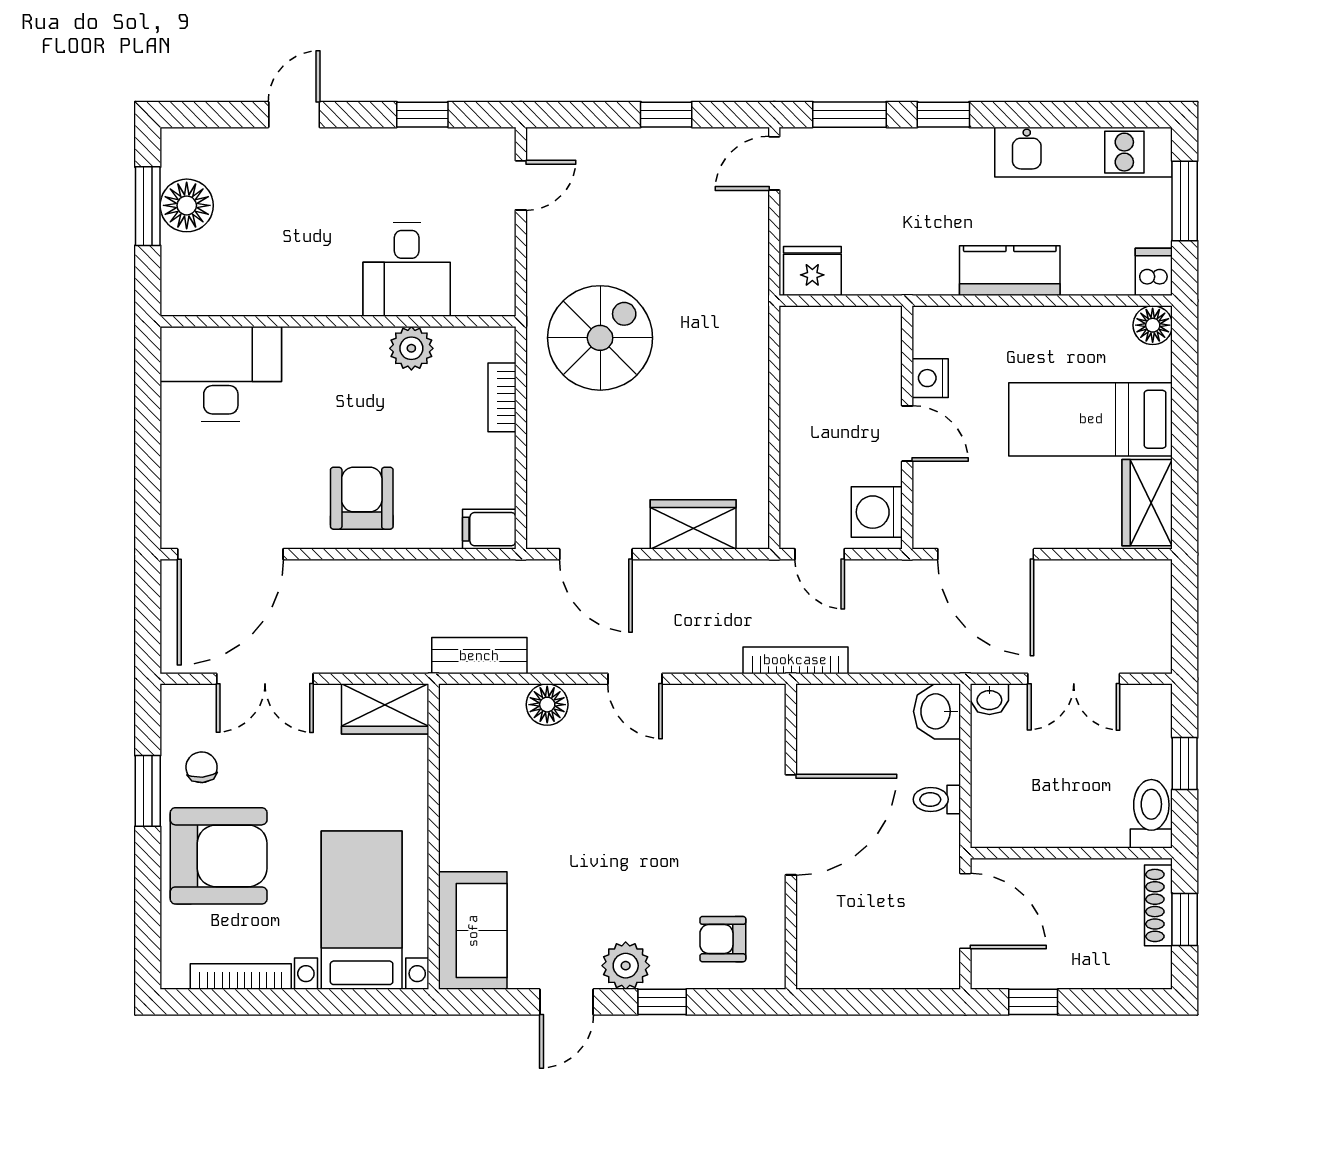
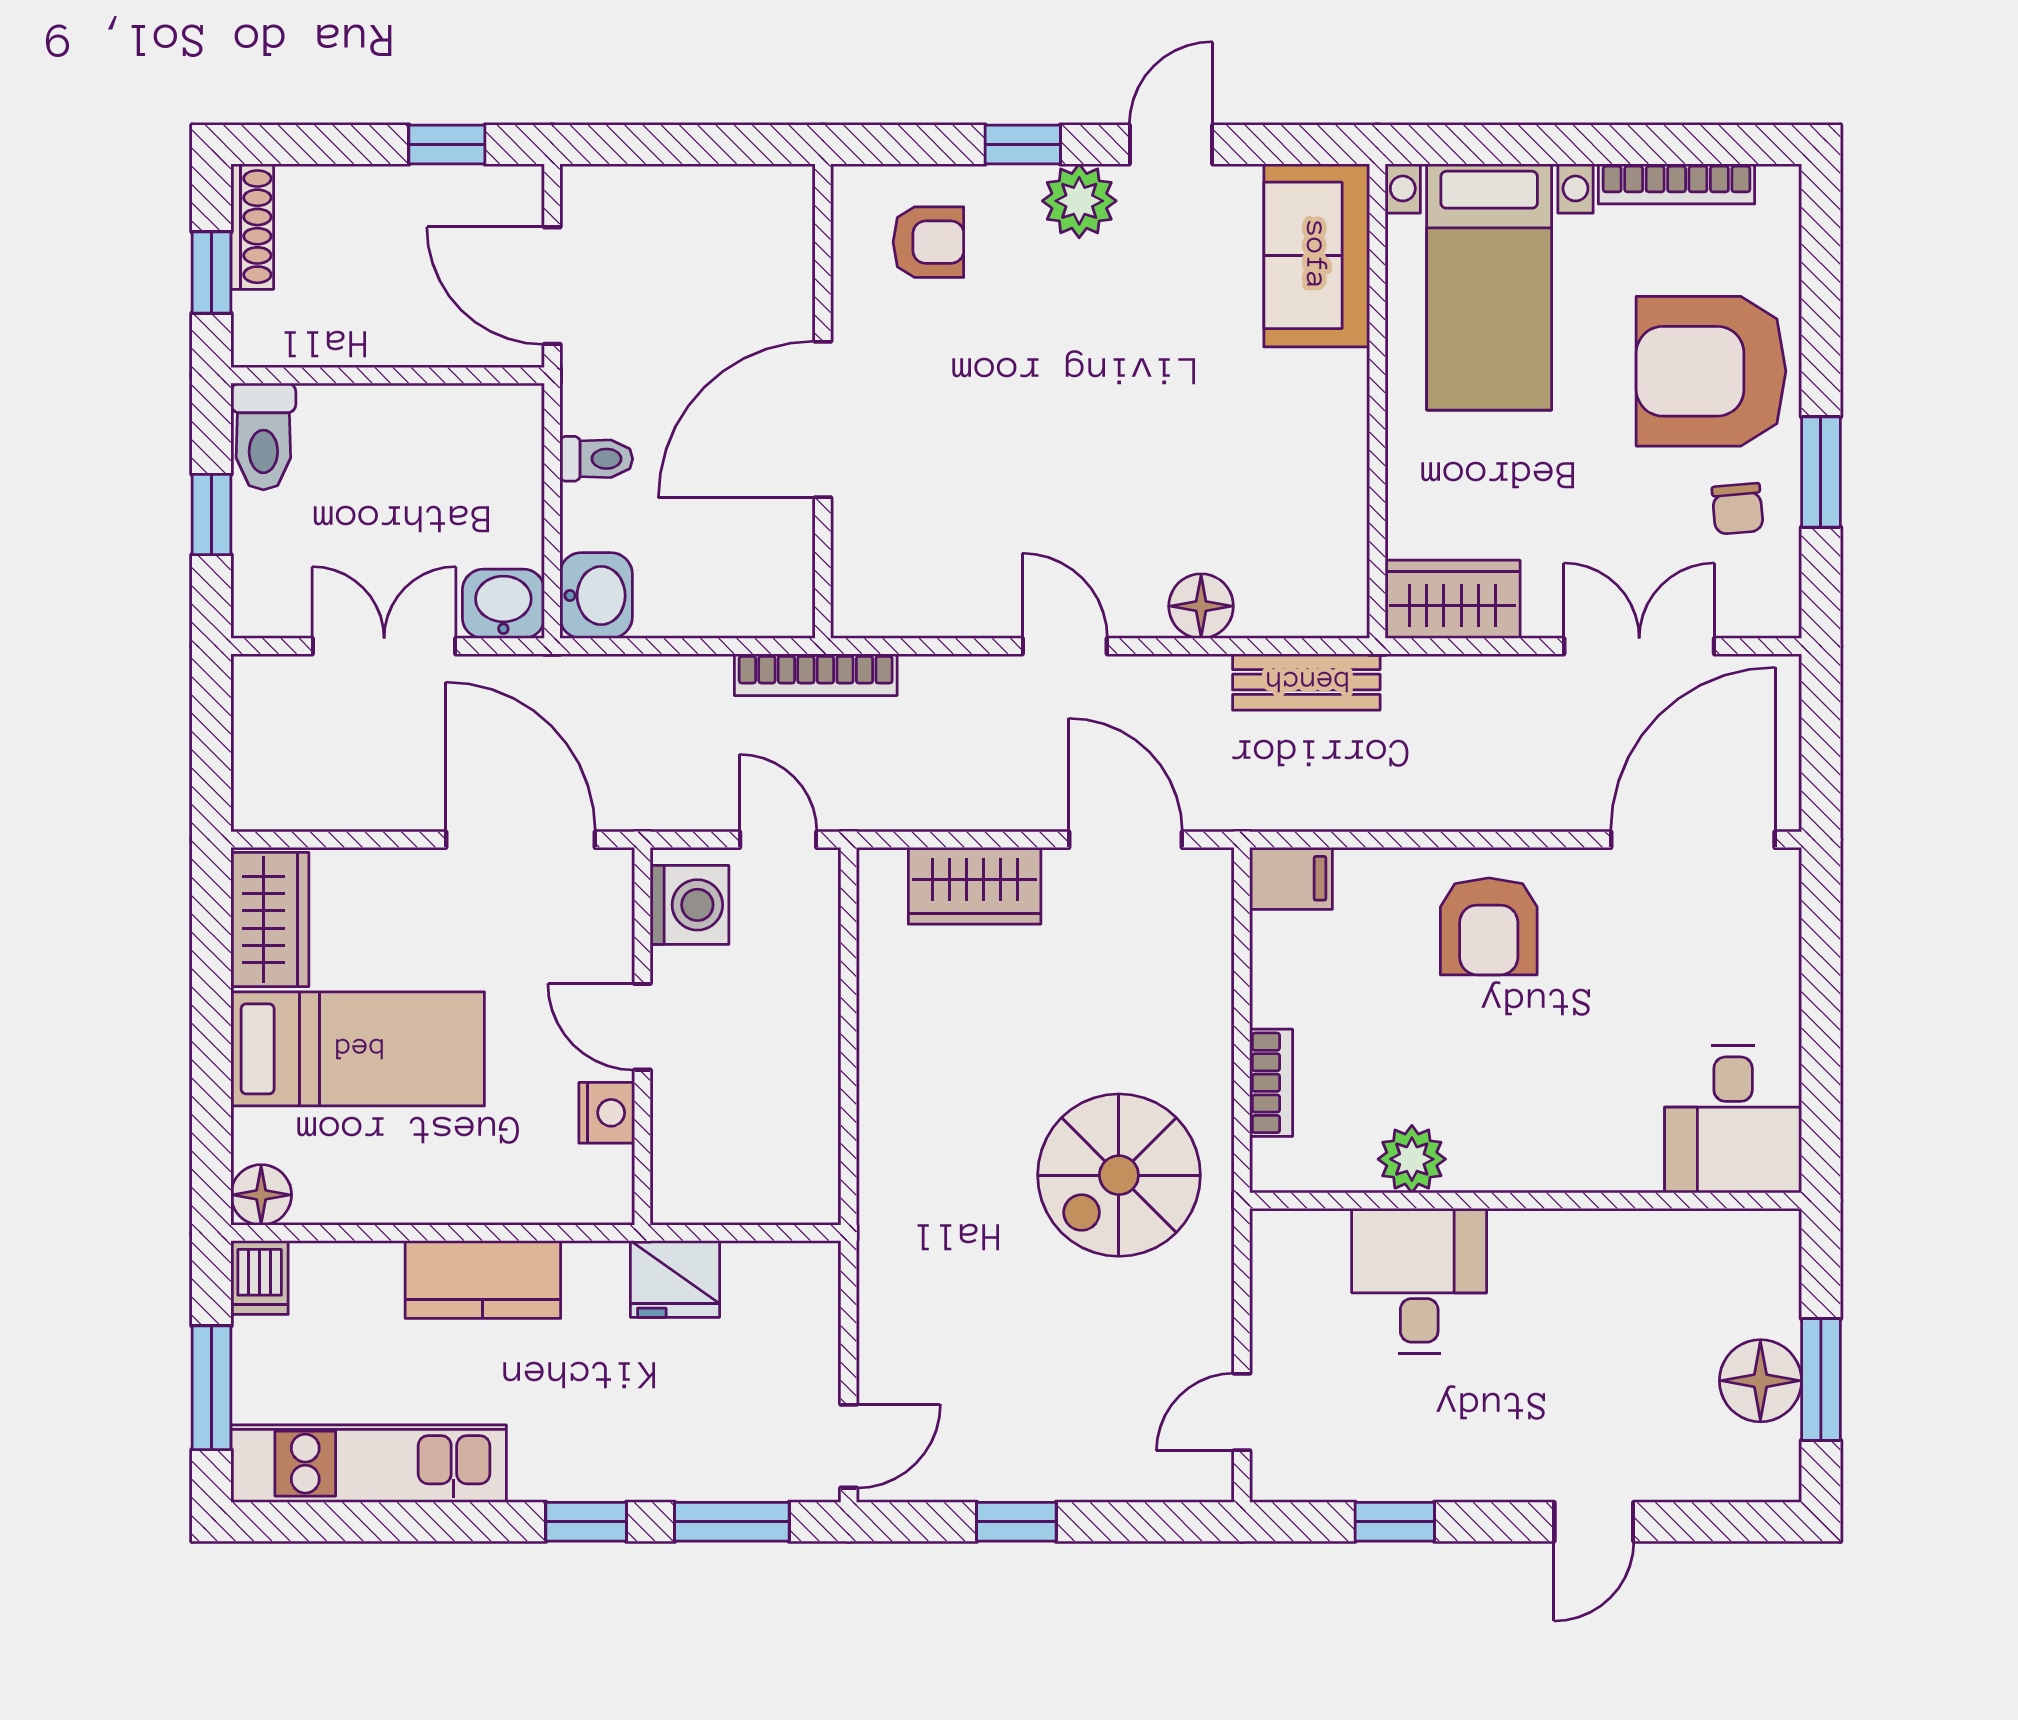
fridge: (812, 271) -> (675, 1279), moved
desk: (221, 374) -> (1733, 1119), width x0.73
washbasin: (989, 699) -> (503, 604), width x1.38, depth x1.45
shoe rack: (1158, 905) -> (252, 227), moved

